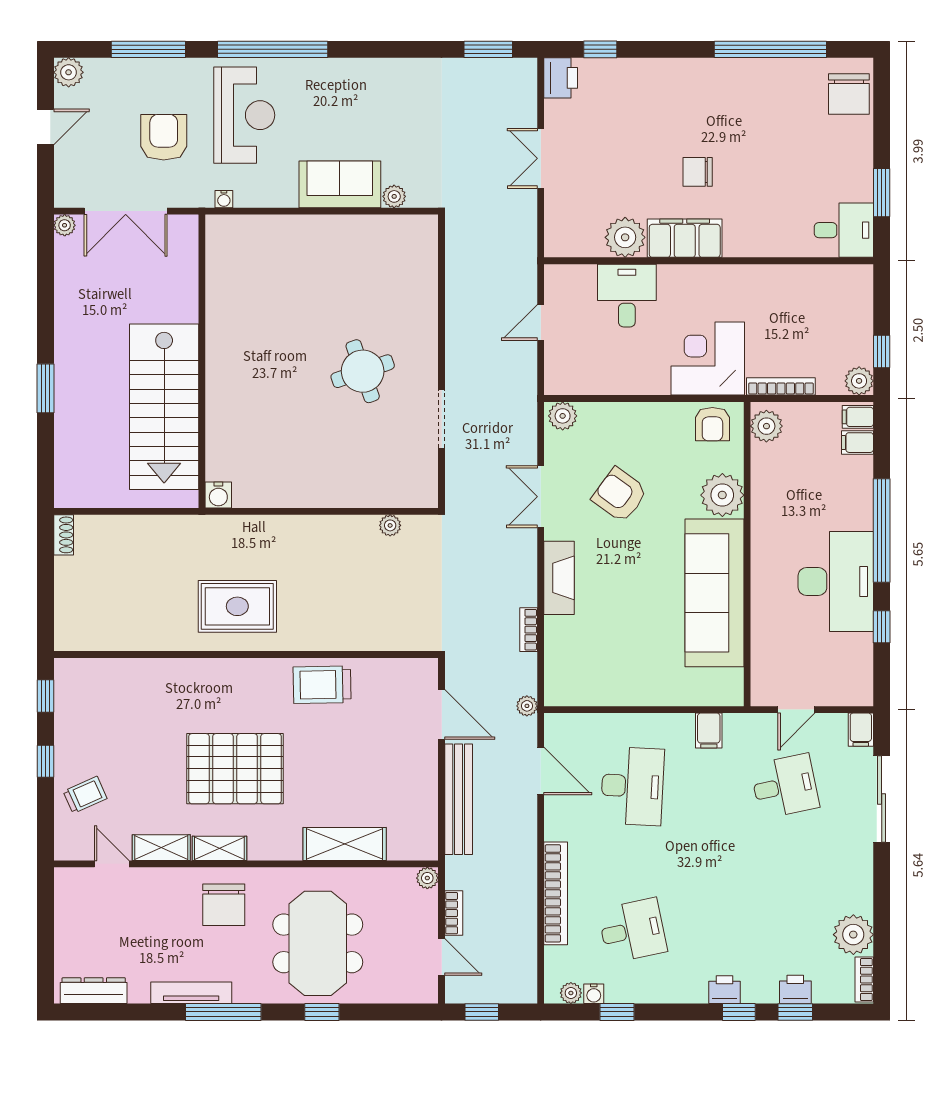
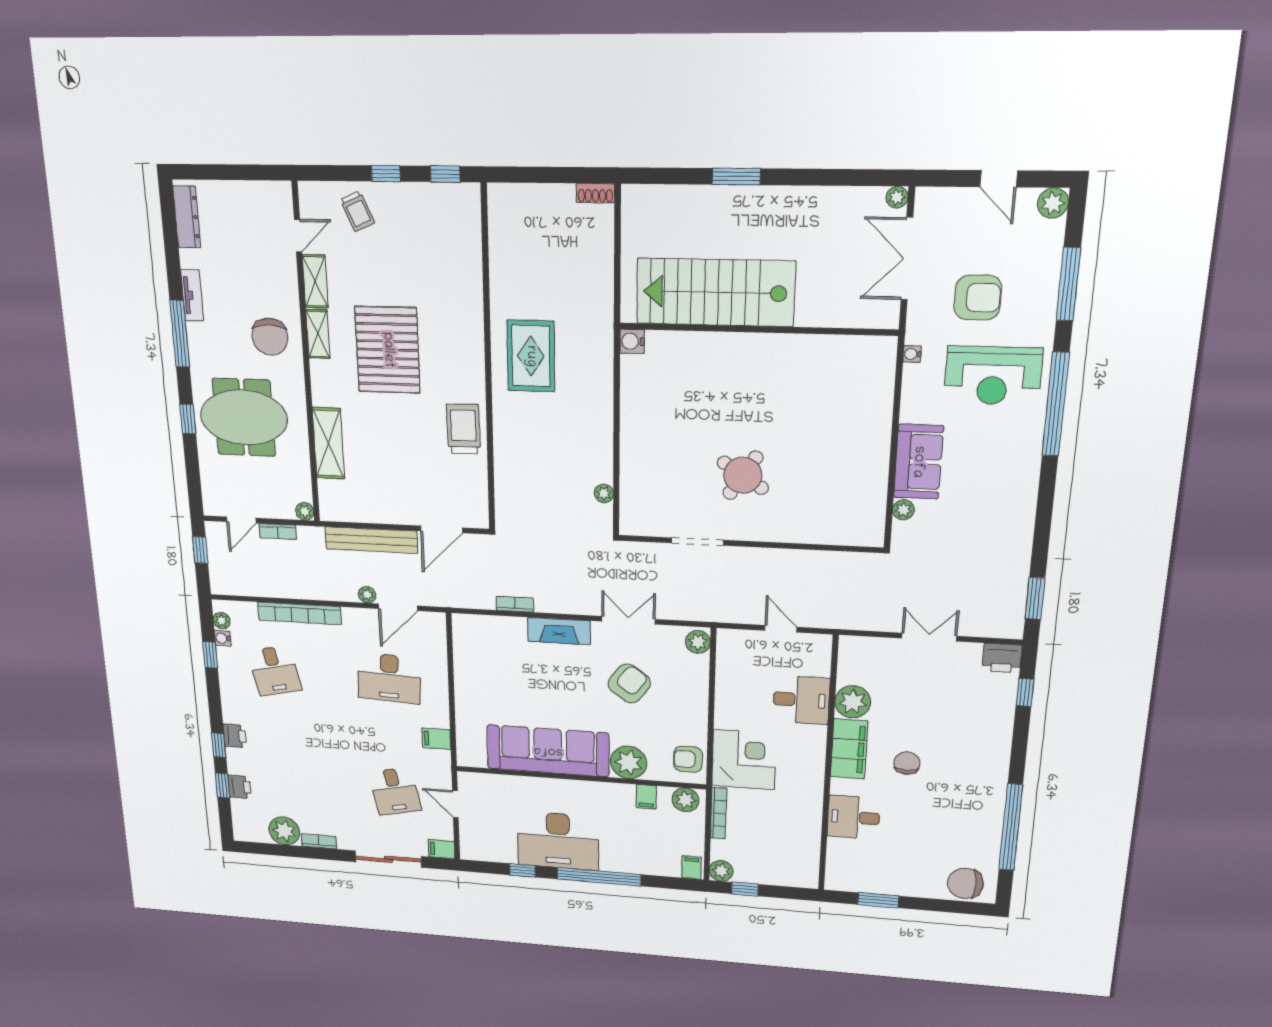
desk: (844, 230) -> (854, 817), moved, turned 90
round table: (363, 371) -> (743, 475), turned -38
filing cabinet: (857, 443) -> (646, 797), moved, turned 180
plant: (527, 706) -> (367, 595), moved
chair: (224, 905) -> (270, 337), turned -90
bookcase: (864, 980) -> (319, 841), moved
tv unit: (191, 993) -> (192, 295), width x0.71

